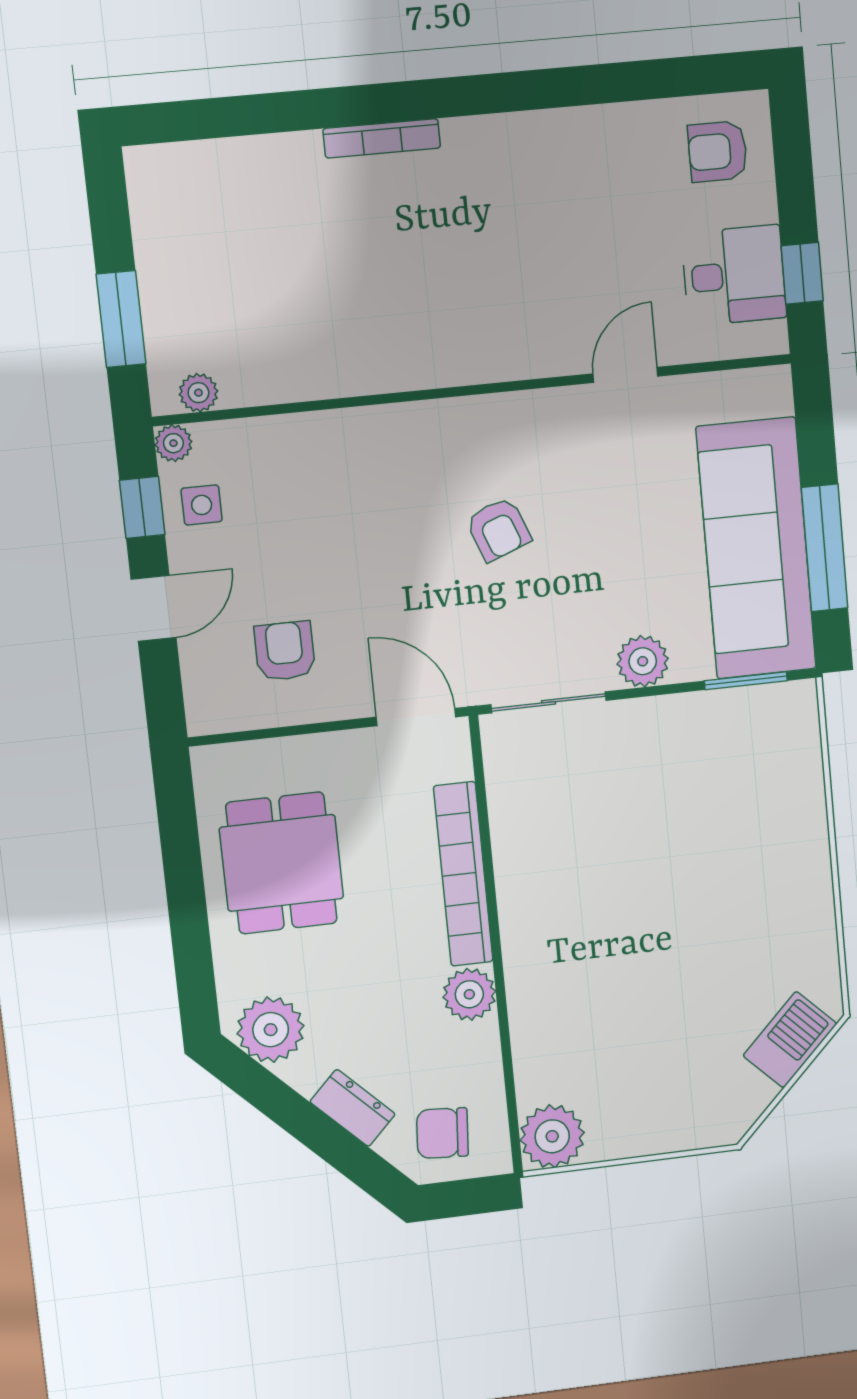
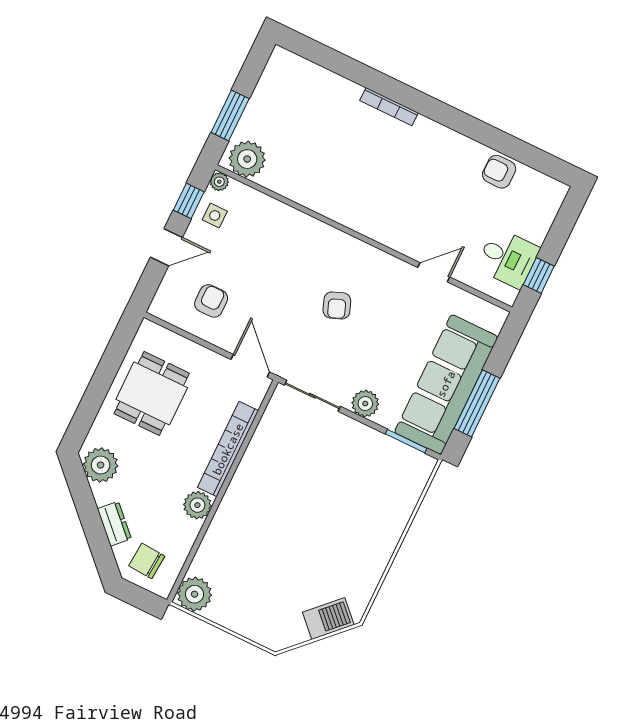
armchair: (718, 151) -> (499, 172), moved
plant: (198, 393) -> (247, 159), width x1.88, depth x1.88

